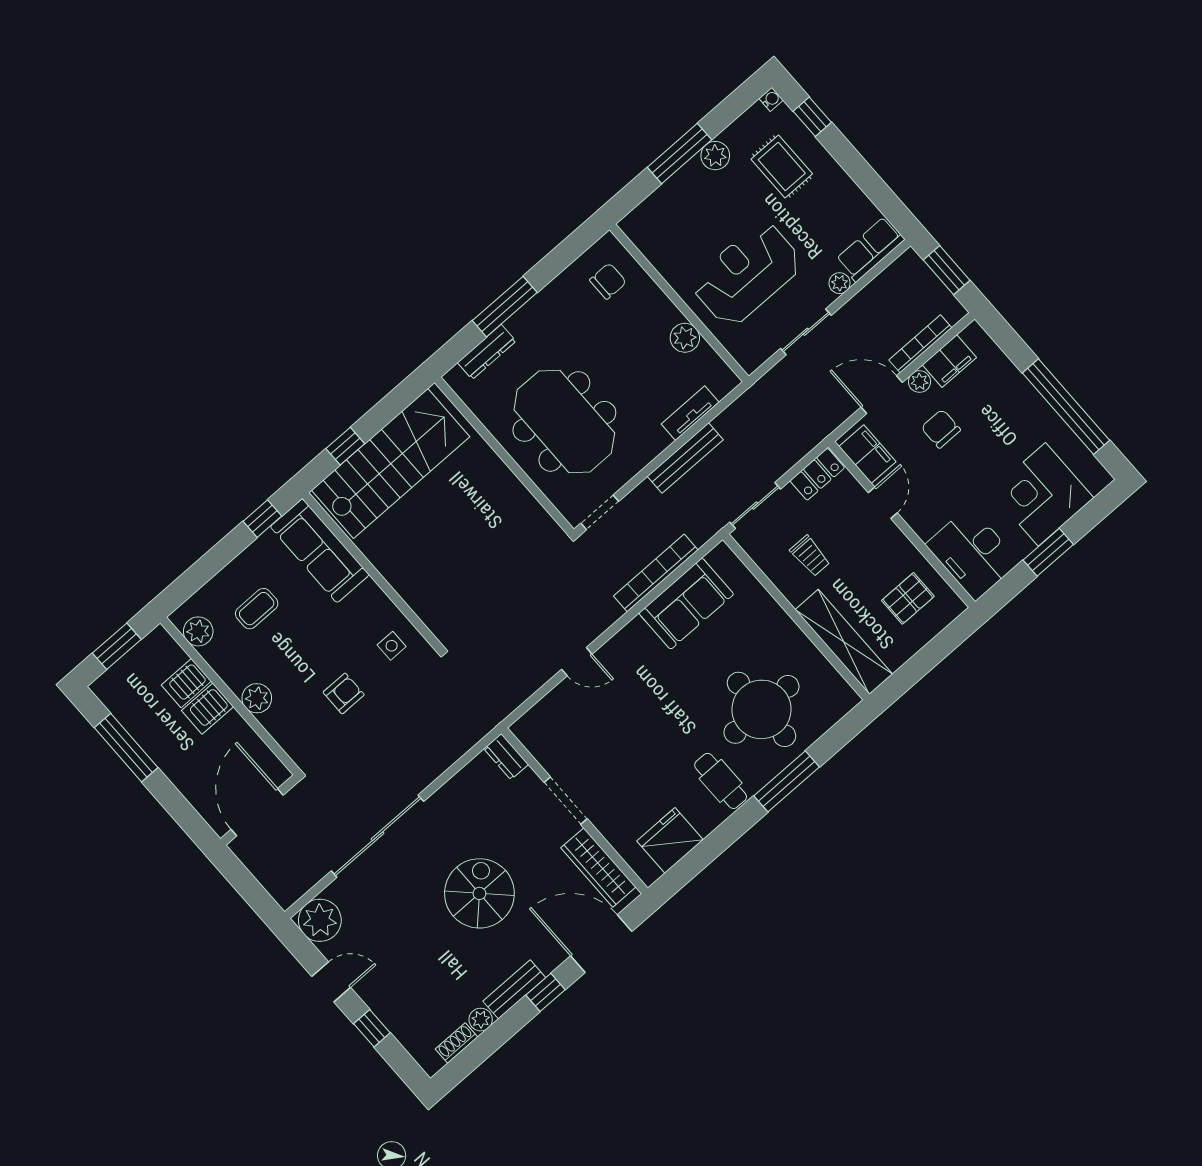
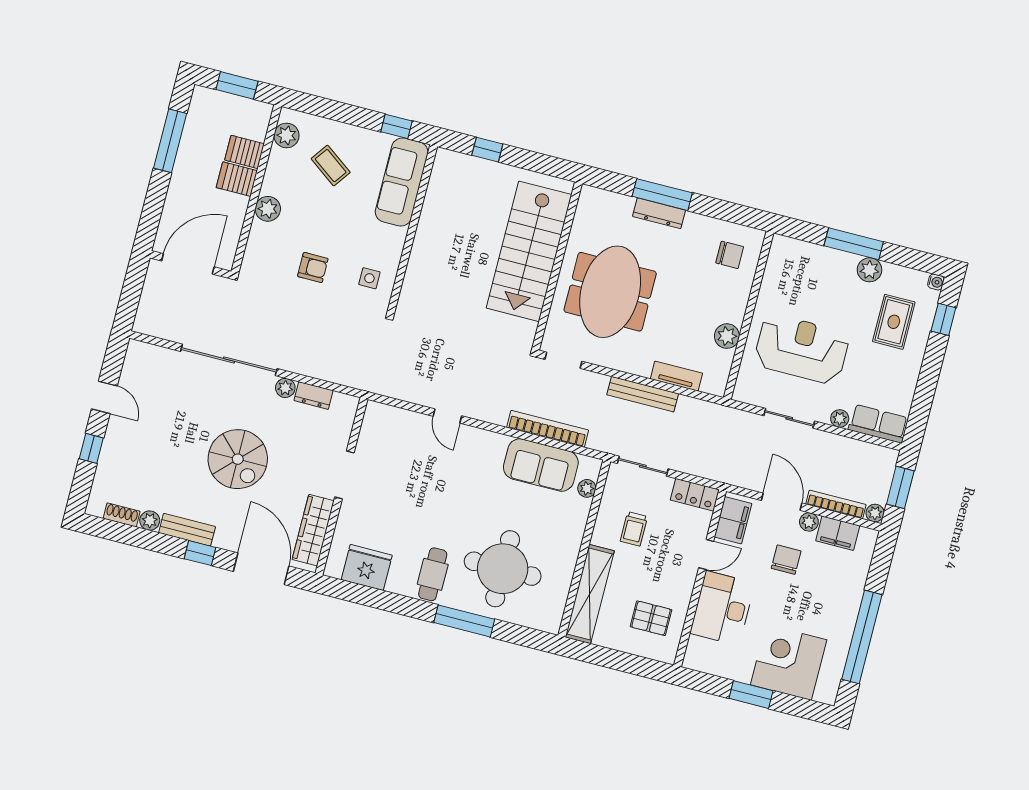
plant: (955, 312) -> (875, 513), added
dresser: (487, 352) -> (659, 213), moved
stairs: (391, 464) -> (529, 251), moved, turned 90
desk: (972, 553) -> (722, 608), moved
plant: (740, 575) -> (587, 488), added
coffee table: (257, 609) -> (331, 166), turned 36
dresser: (506, 757) -> (314, 395), moved, turned -90
spiral stairs: (479, 893) -> (238, 459), turned 90
plant: (320, 920) -> (285, 388), moved, width x0.53, depth x0.53

